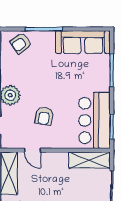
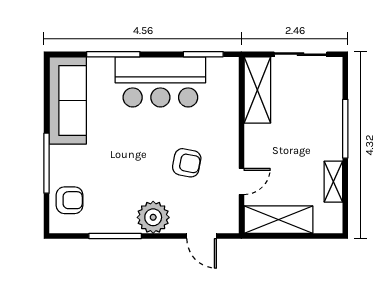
armchair: (21, 43) -> (70, 200), turned -55
bar counter: (94, 120) -> (160, 82), moved

